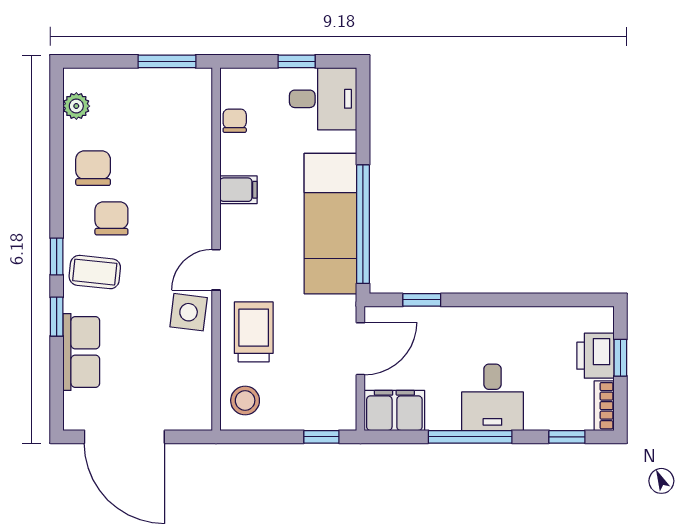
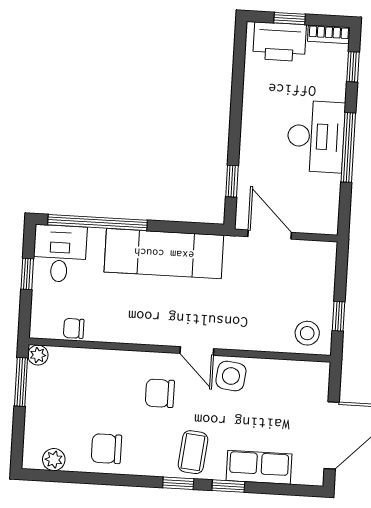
plant: (200, 80) -> (38, 355), added
filing cabinet: (238, 190) -> (131, 329), removed
chair: (111, 218) -> (160, 393), moved
window: (363, 224) -> (97, 223), moved
trolley: (254, 332) -> (250, 323), removed
printer: (595, 356) -> (280, 42), width x1.37, depth x1.19
desk: (492, 397) -> (316, 136), width x1.37
filing cabinet: (394, 410) -> (323, 209), removed
window: (321, 437) -> (339, 316), moved

